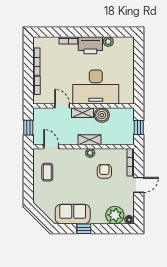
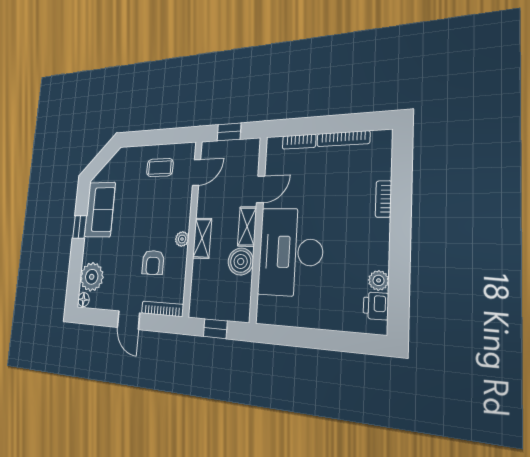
printer: (90, 45) -> (376, 306), moved, width x0.53, depth x0.68
armchair: (104, 171) -> (153, 262), turned 90

